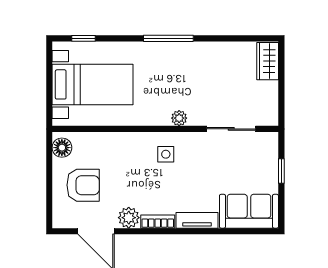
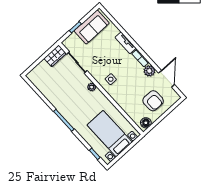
wardrobe: (268, 61) -> (55, 56), moved
armchair: (83, 185) -> (153, 101), turned 180
sofa: (249, 211) -> (92, 27), moved, turned -90

